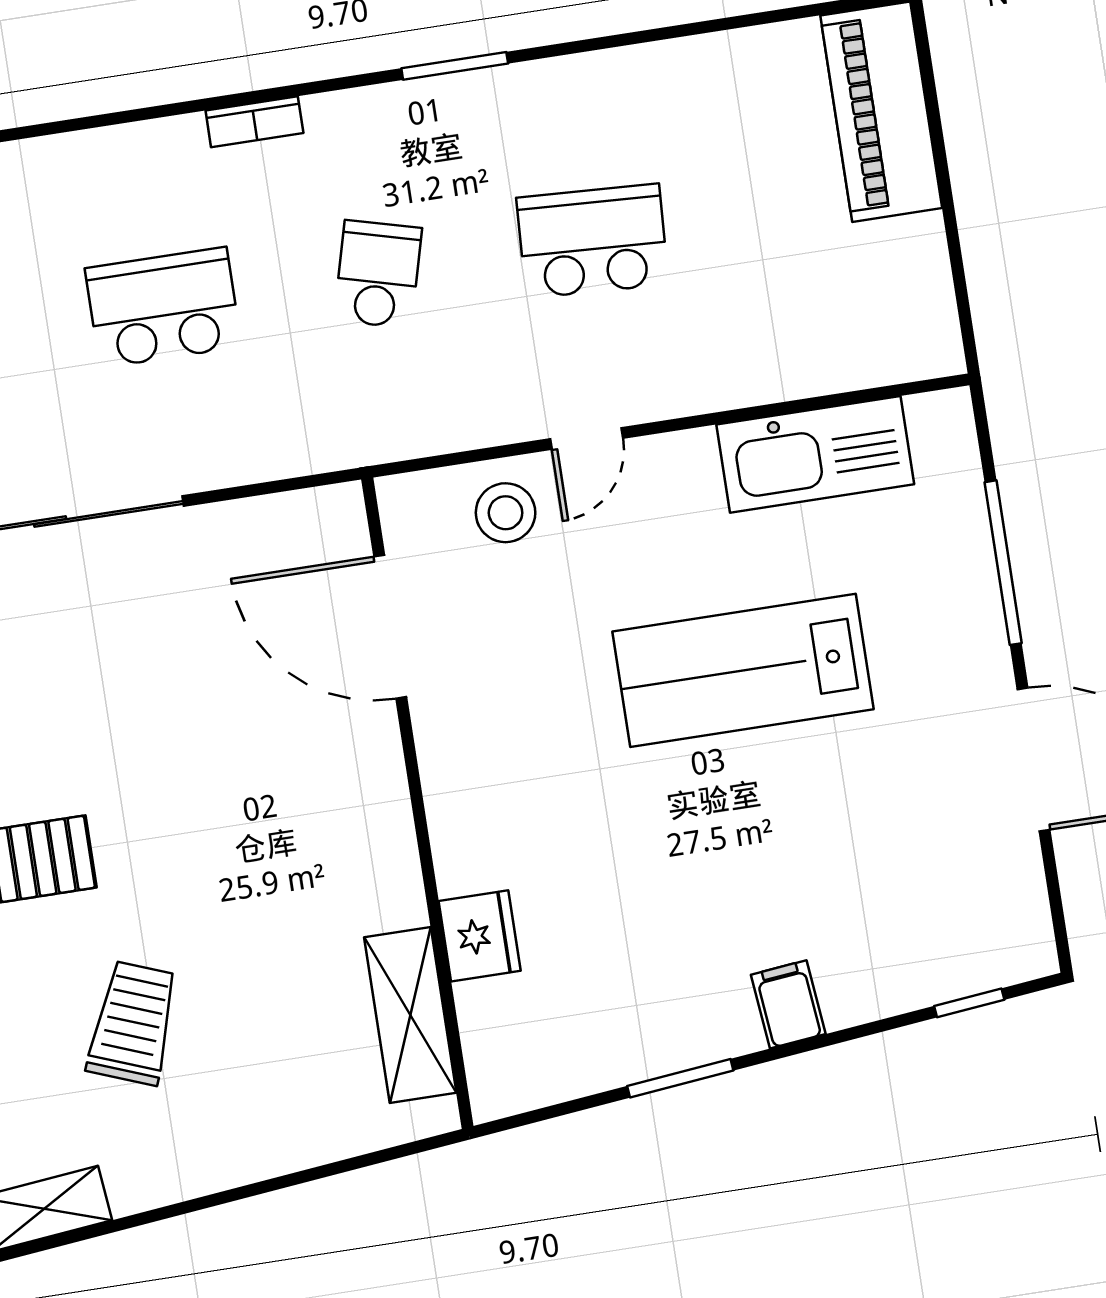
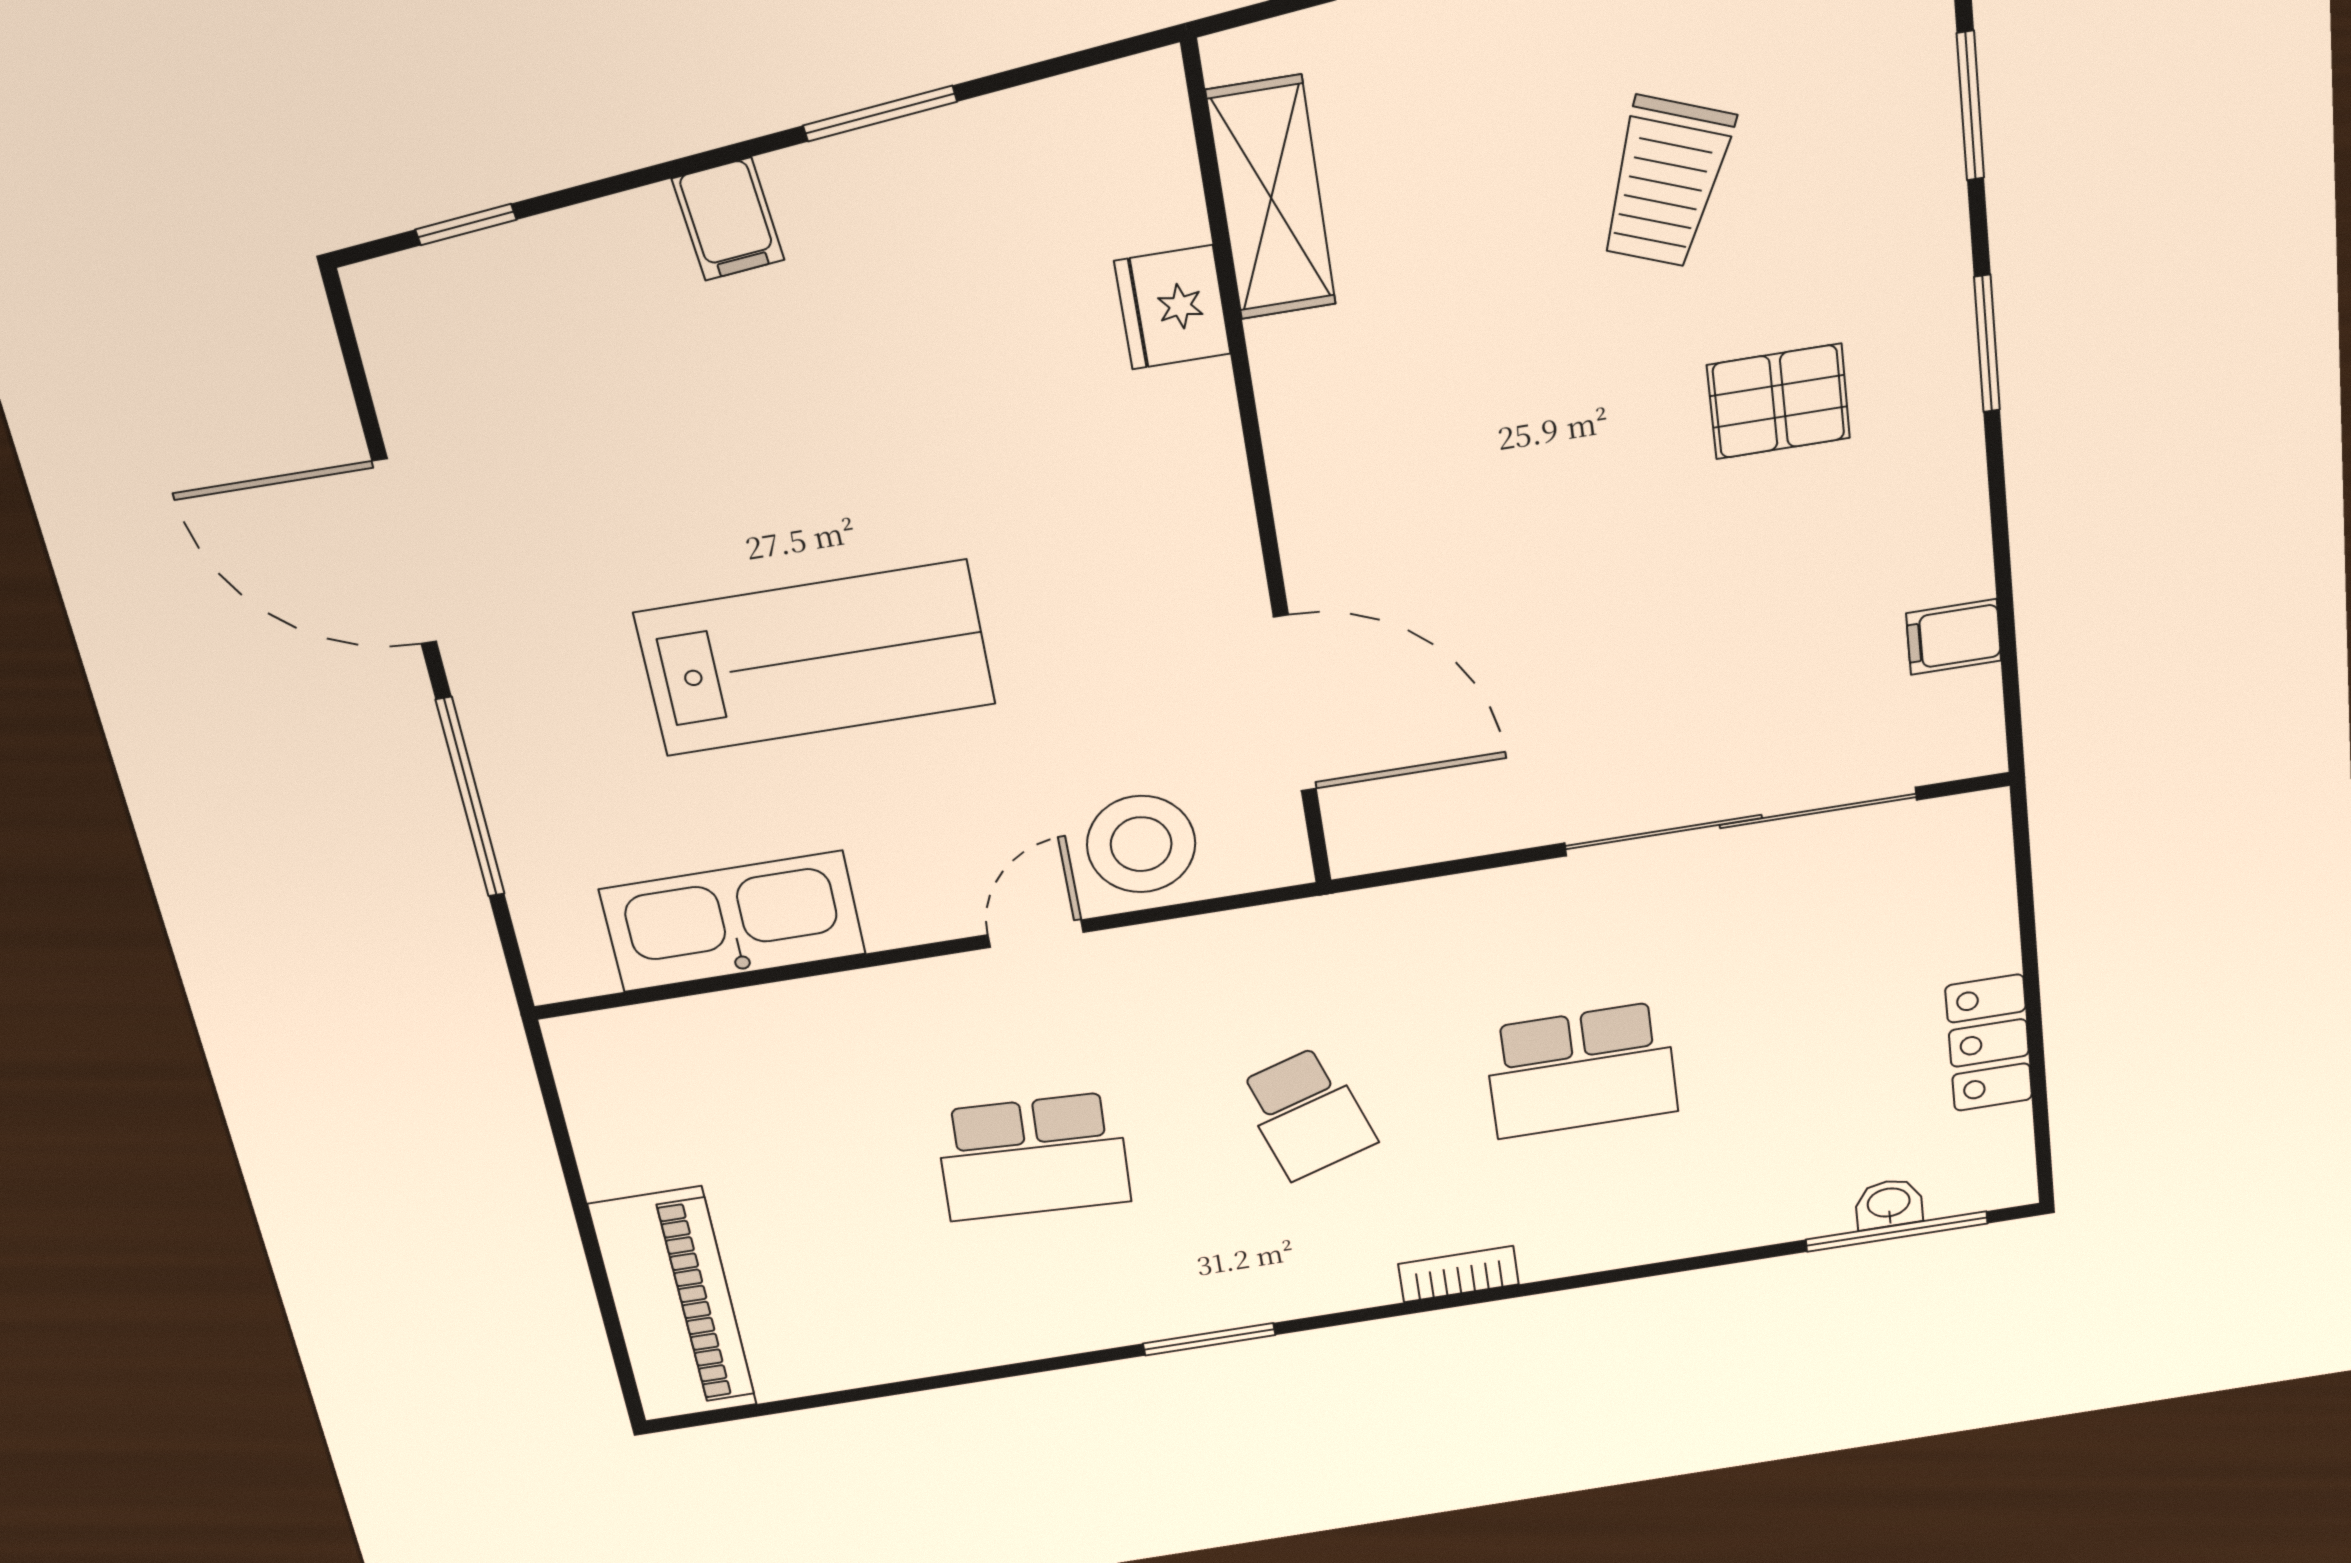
school desk: (378, 274) -> (1307, 1113), turned -33
stool: (506, 513) -> (1141, 844), width x1.38, depth x1.38

